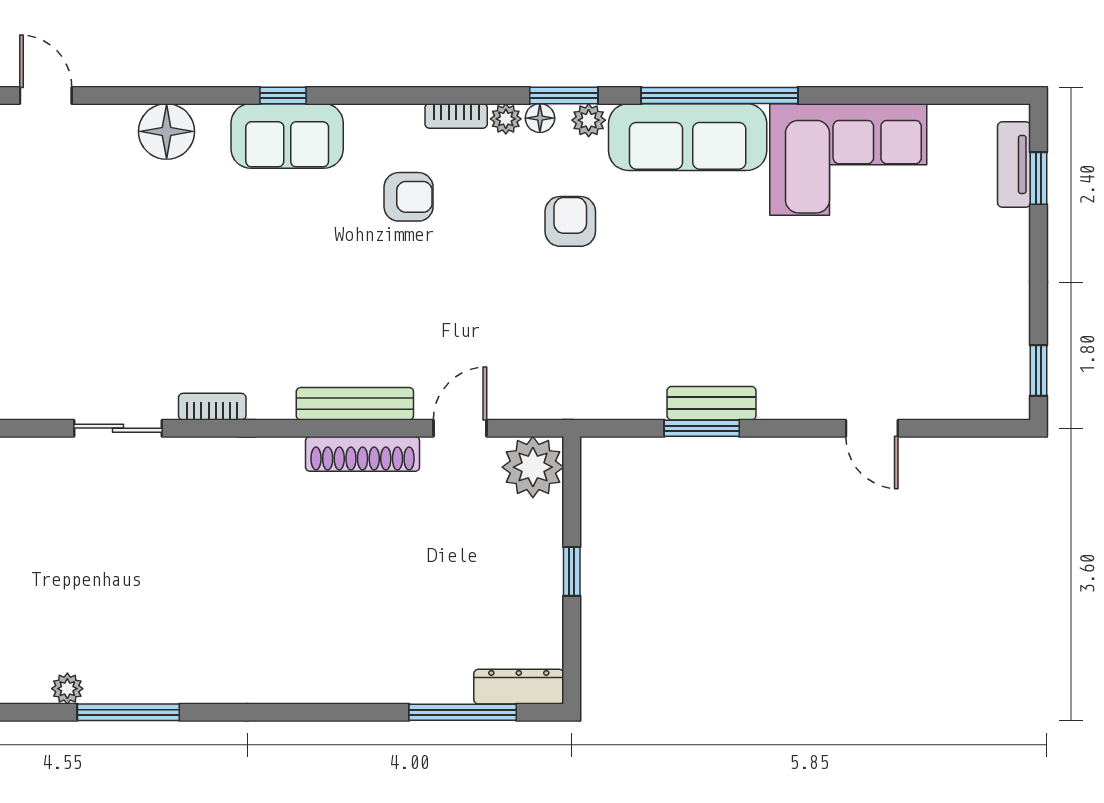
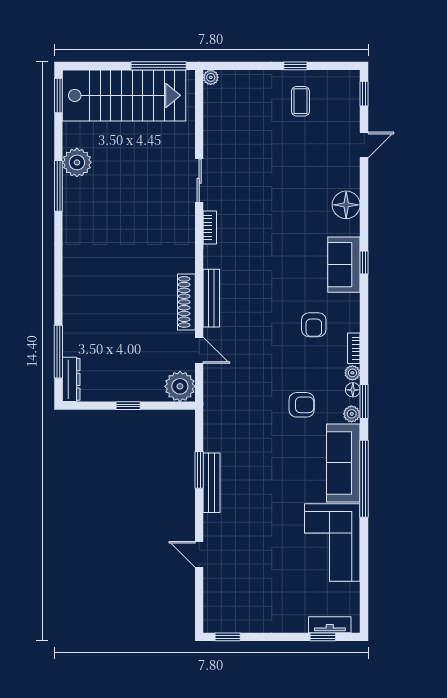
bench: (711, 403) -> (212, 483), width x1.36
door: (872, 428) -> (199, 554), hinge flipped
plant: (67, 689) -> (77, 162), width x1.88, depth x1.88

